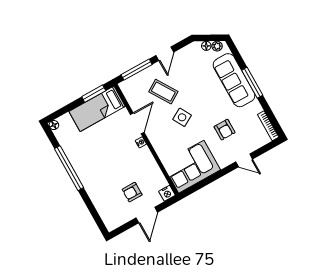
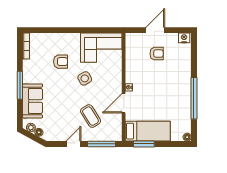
sofa: (234, 80) -> (33, 101), width x0.73
side table: (182, 117) -> (85, 78), moved
armchair: (225, 130) -> (61, 62), turned 90
door: (244, 160) -> (59, 30), removed
nightstand: (167, 193) -> (184, 38), moved

